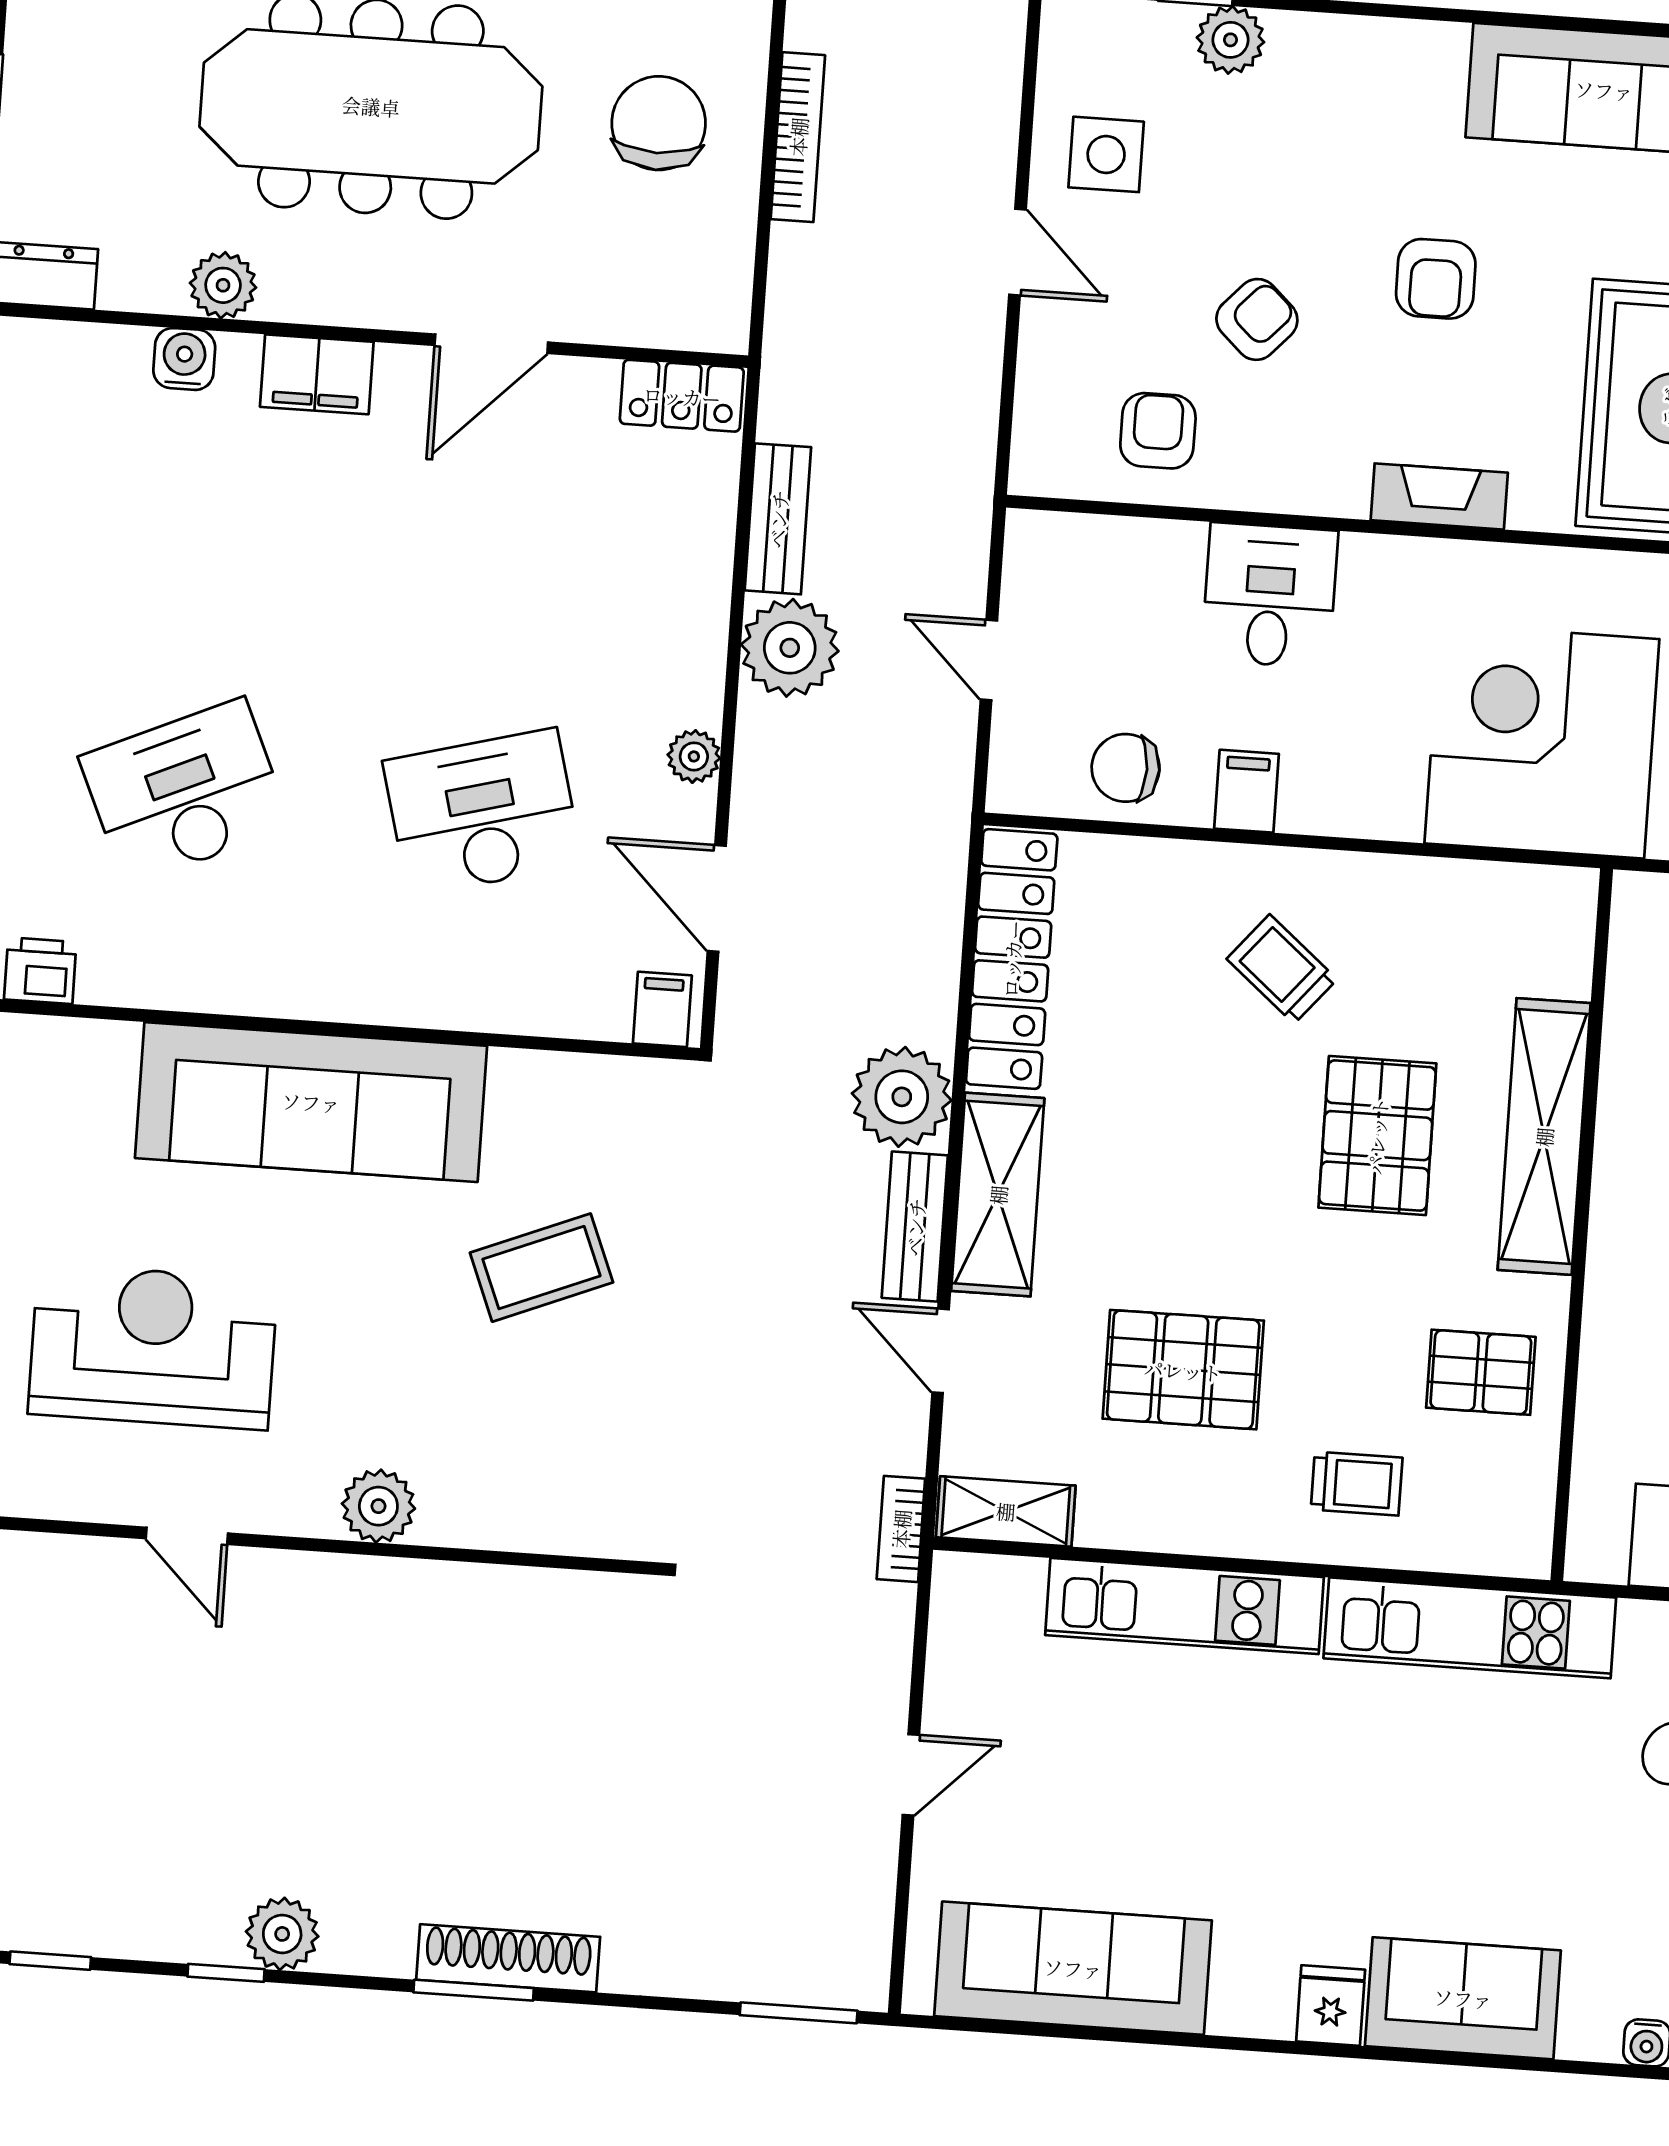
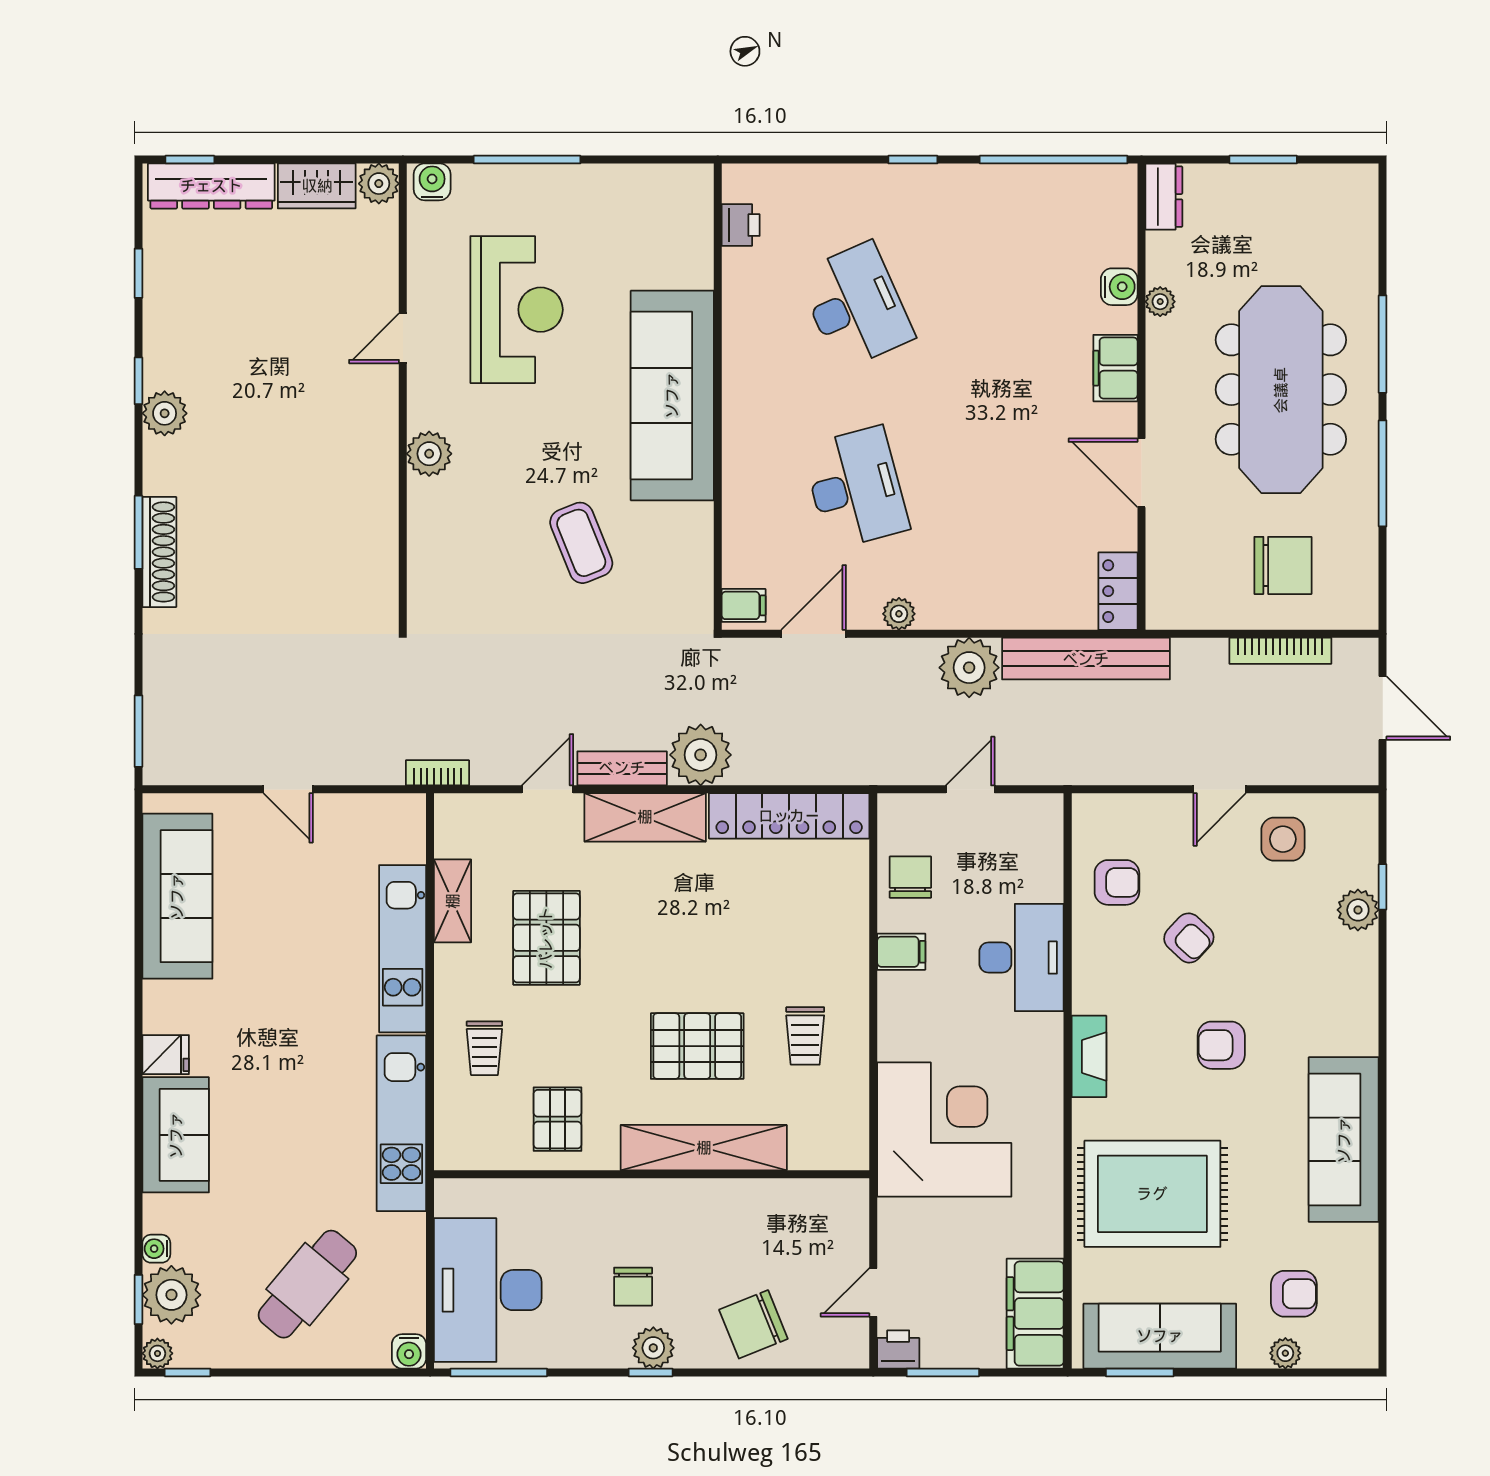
plant: (223, 285) -> (1160, 302), width x0.73, depth x0.73
bench: (778, 519) -> (1086, 659), width x1.86, depth x1.21
desk: (1270, 595) -> (1022, 958), width x1.37
trolley: (1282, 969) -> (805, 1036), moved, turned 140
shelving: (1006, 1511) -> (453, 901), moved

